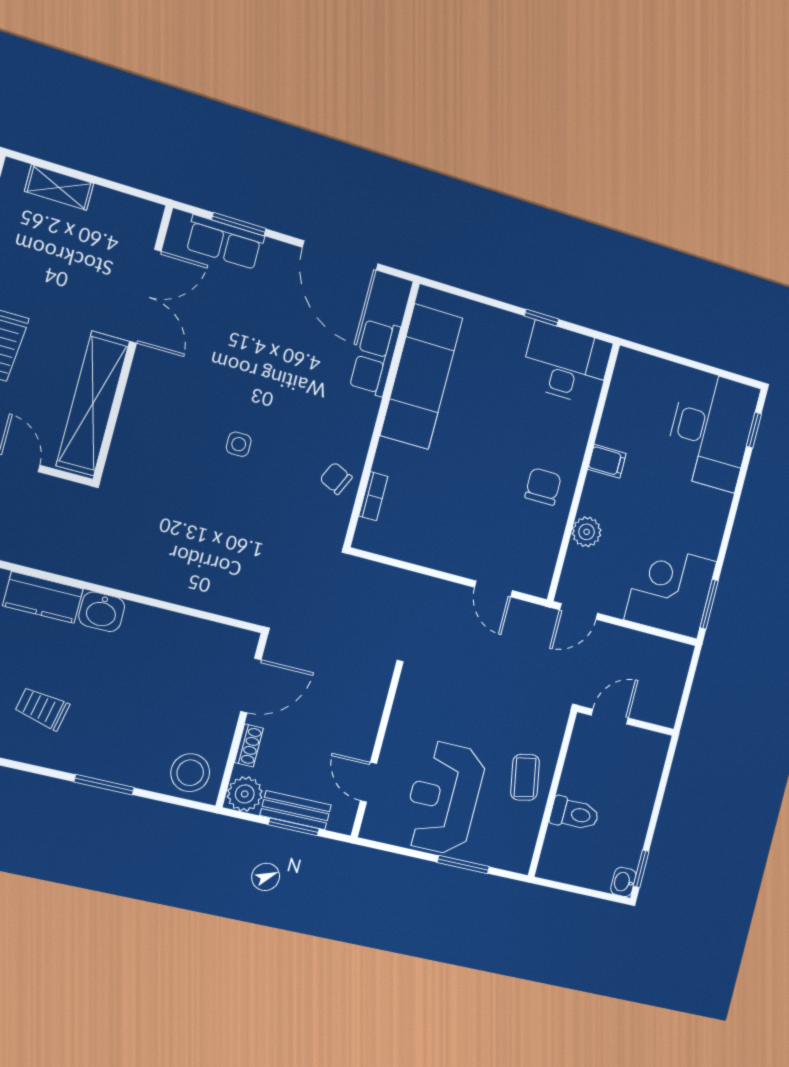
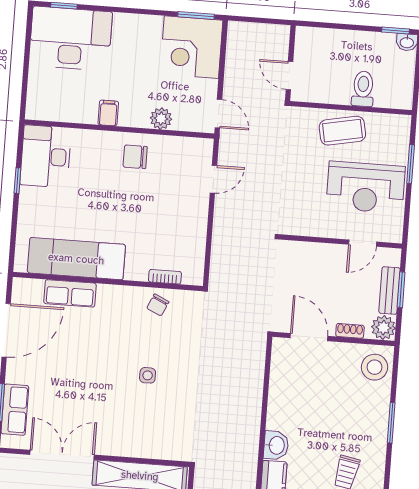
coffee table: (525, 777) -> (342, 131), width x1.36, depth x1.30

